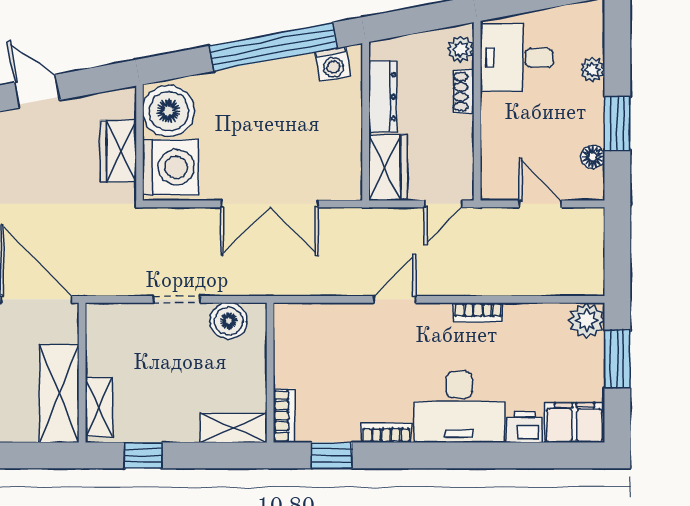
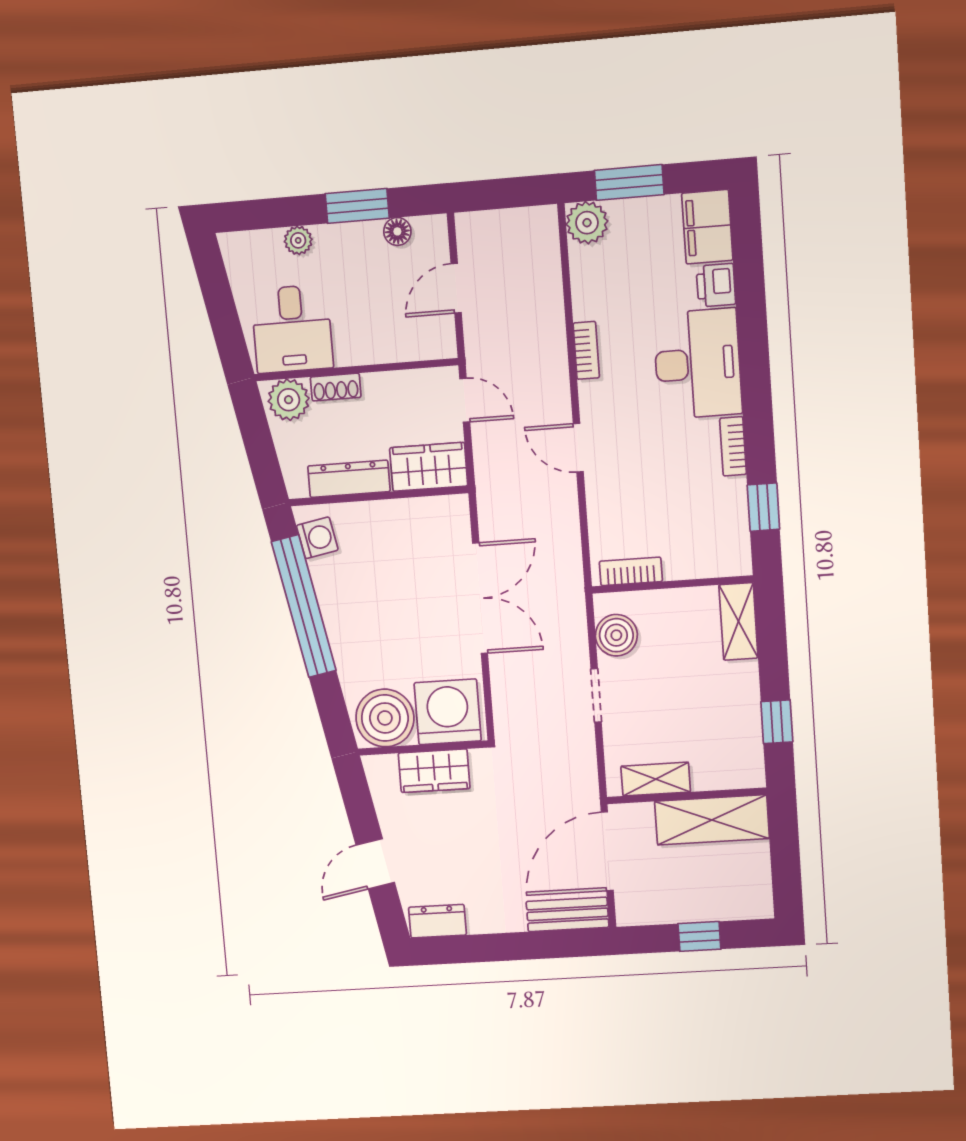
plant: (461, 49) -> (289, 400), width x1.38, depth x1.38
shelving: (99, 407) -> (656, 779), moved
bookcase: (284, 416) -> (631, 571), moved

